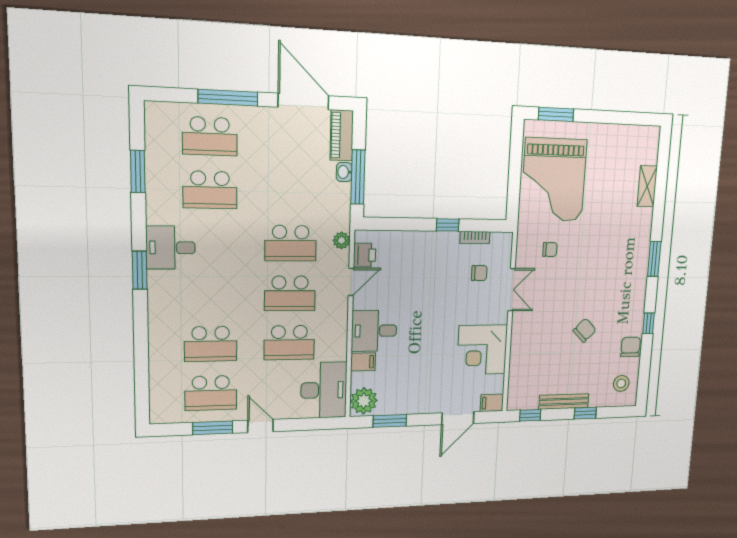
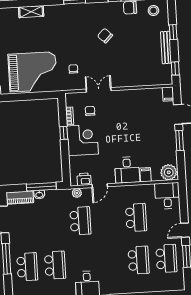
door: (351, 282) -> (100, 186), swing flipped
school desk: (290, 293) -> (108, 219), removed
chair: (585, 330) -> (105, 36), moved
corner desk: (482, 350) -> (83, 140), moved, turned -90
desk: (324, 390) -> (167, 196), width x0.73
window: (390, 421) -> (180, 141), moved

